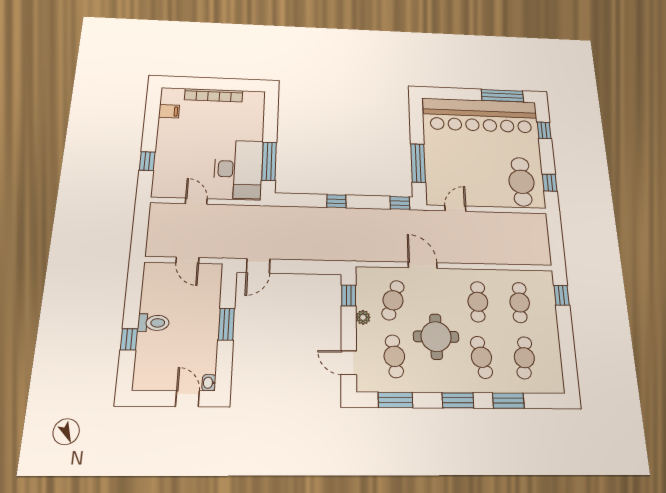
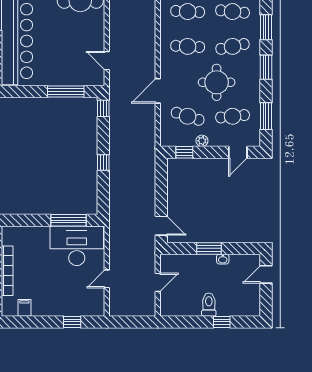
washbasin: (209, 383) -> (223, 259), moved

